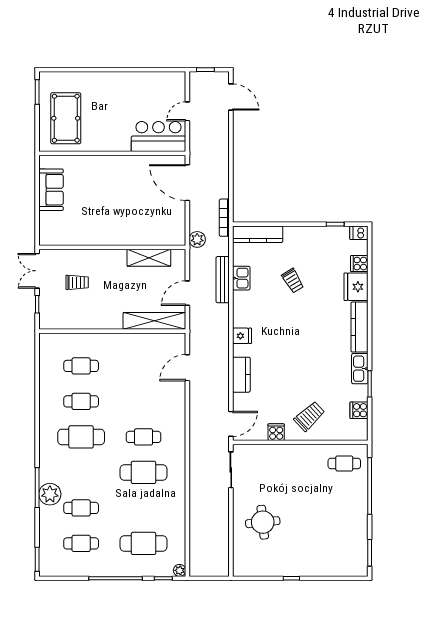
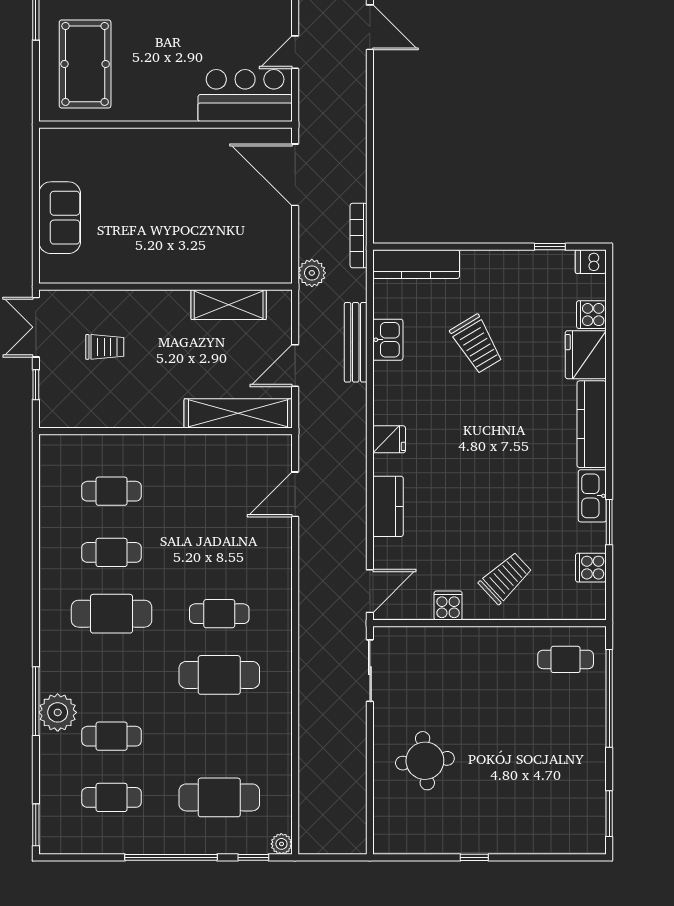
sofa: (51, 190) -> (60, 218), moved
trolley: (293, 281) -> (477, 344), width x1.36, depth x1.39

